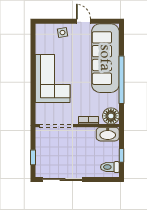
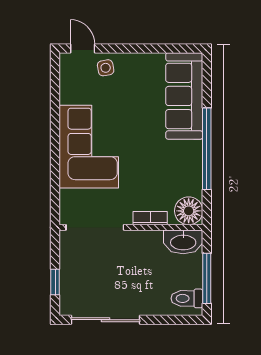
door: (83, 21) -> (83, 48), moved
sofa: (105, 58) -> (184, 96), width x0.74, depth x0.79
window: (122, 155) -> (207, 278), width x2.17

